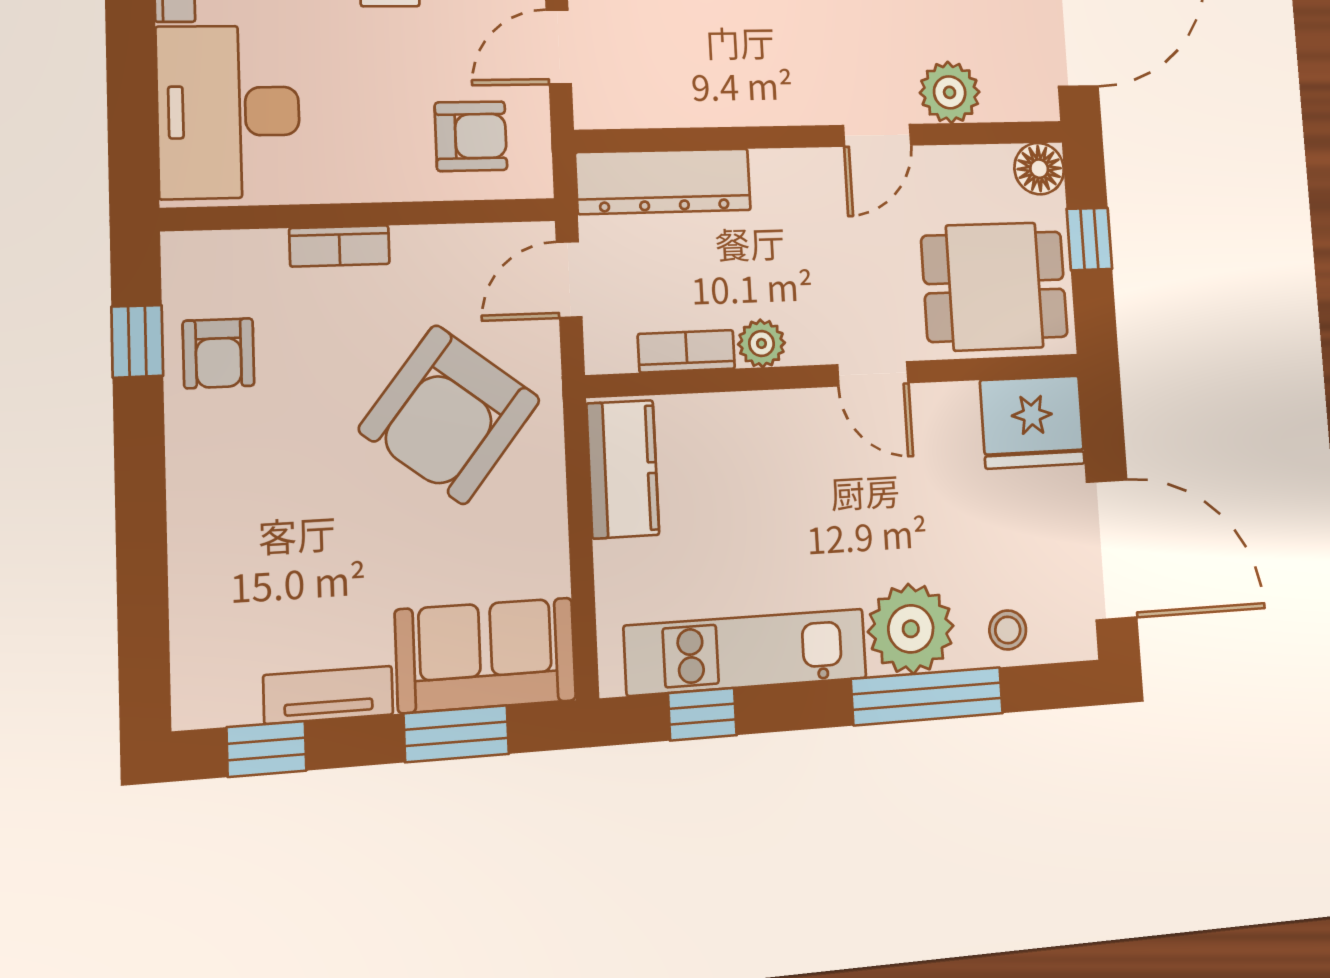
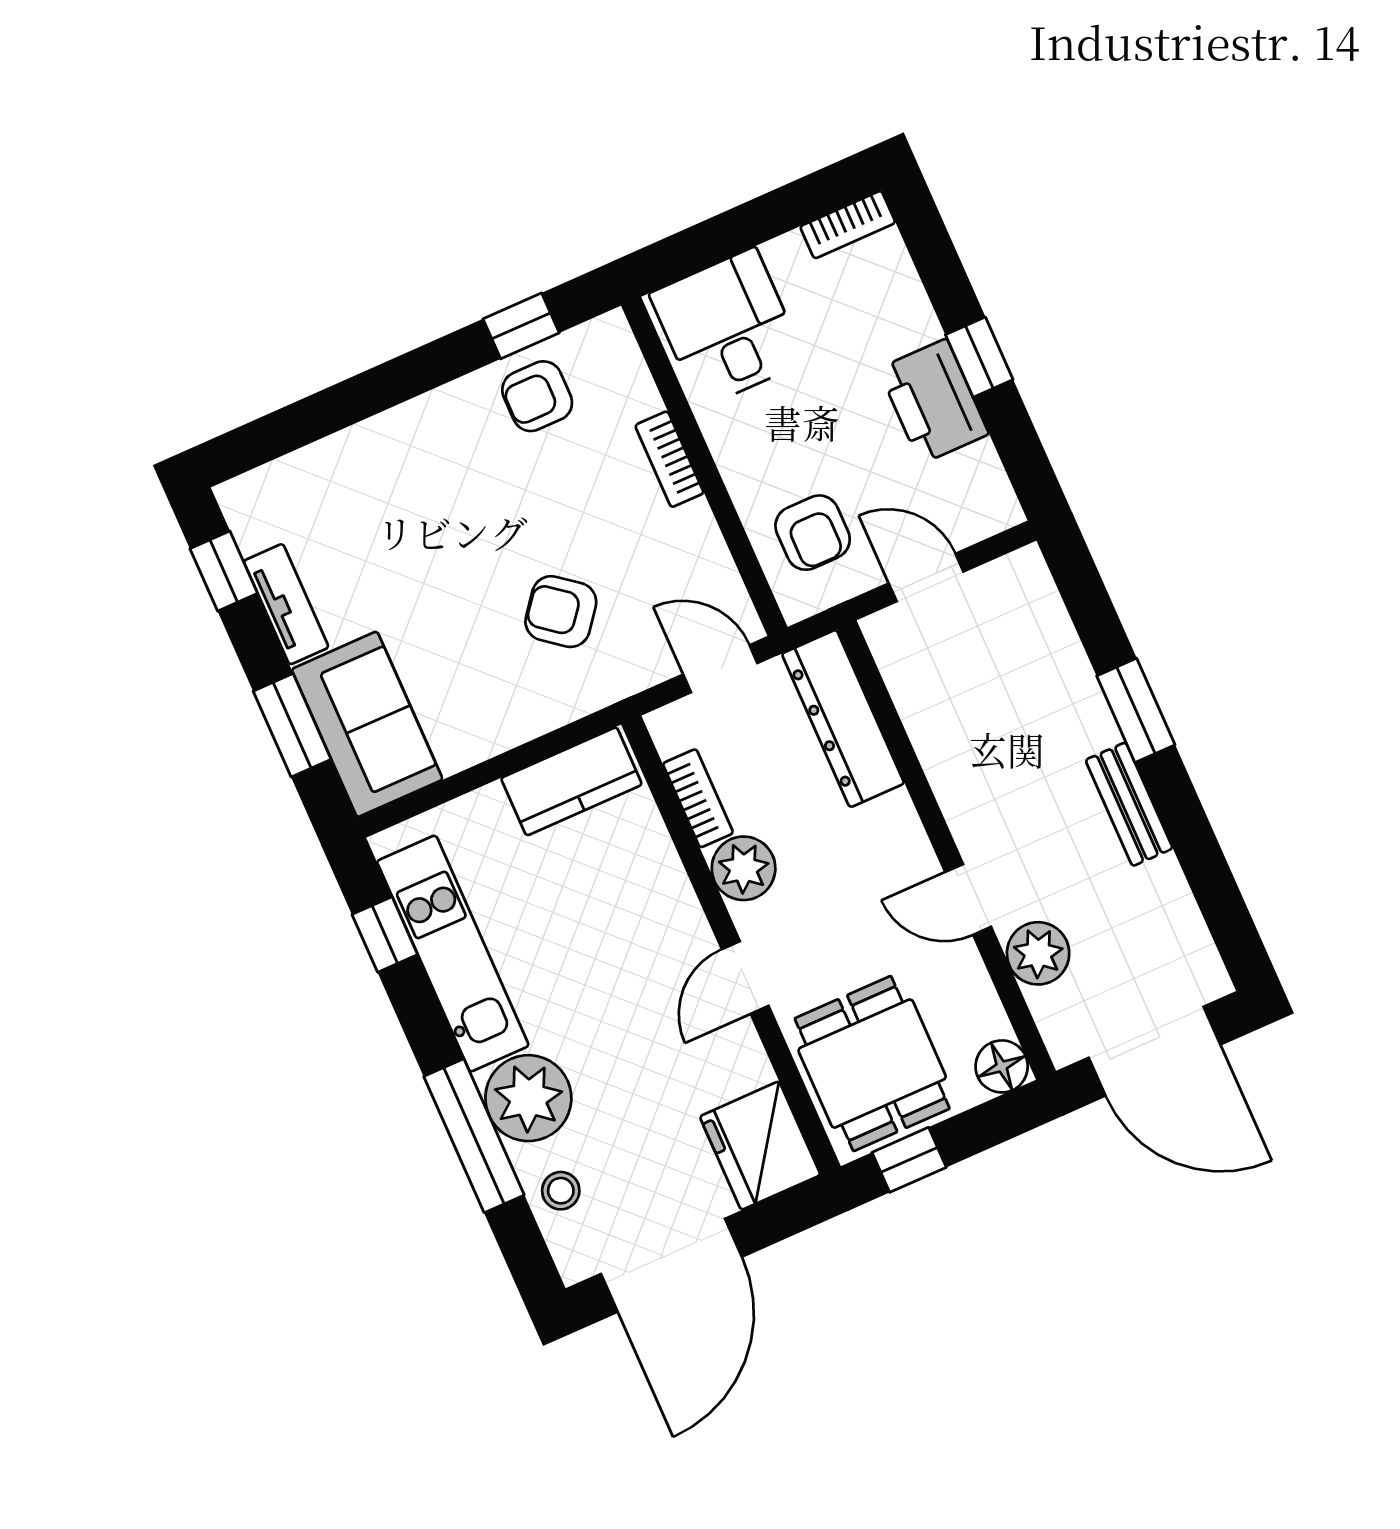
desk: (228, 112) -> (727, 328), width x0.73
window: (1089, 239) -> (909, 1160), moved
plant: (762, 343) -> (744, 868), width x1.38, depth x1.38
armchair: (450, 415) -> (561, 612), width x0.53, depth x0.53

